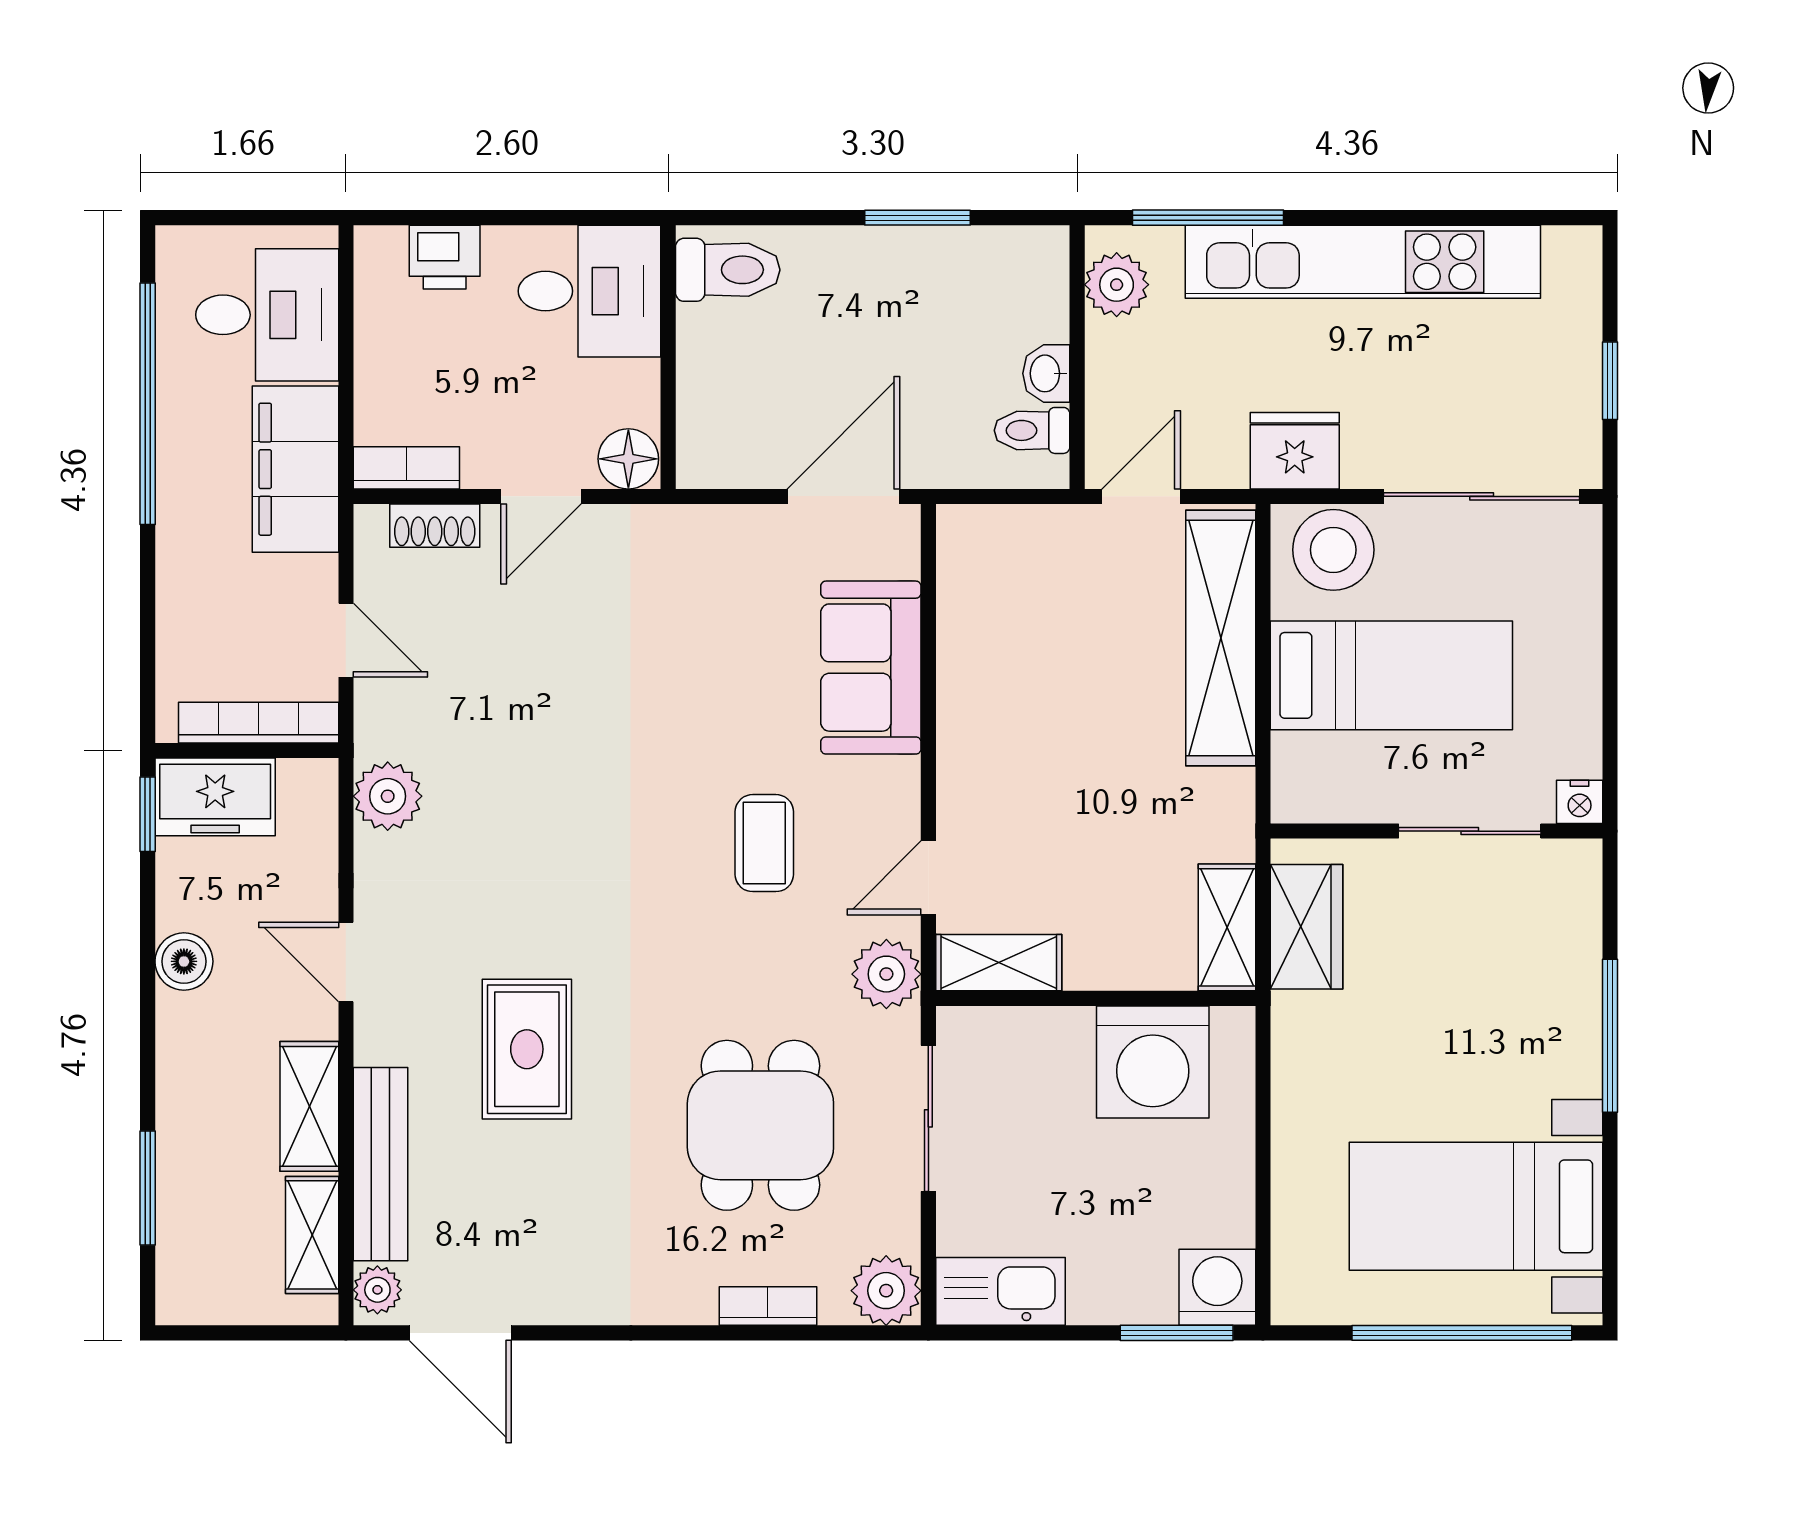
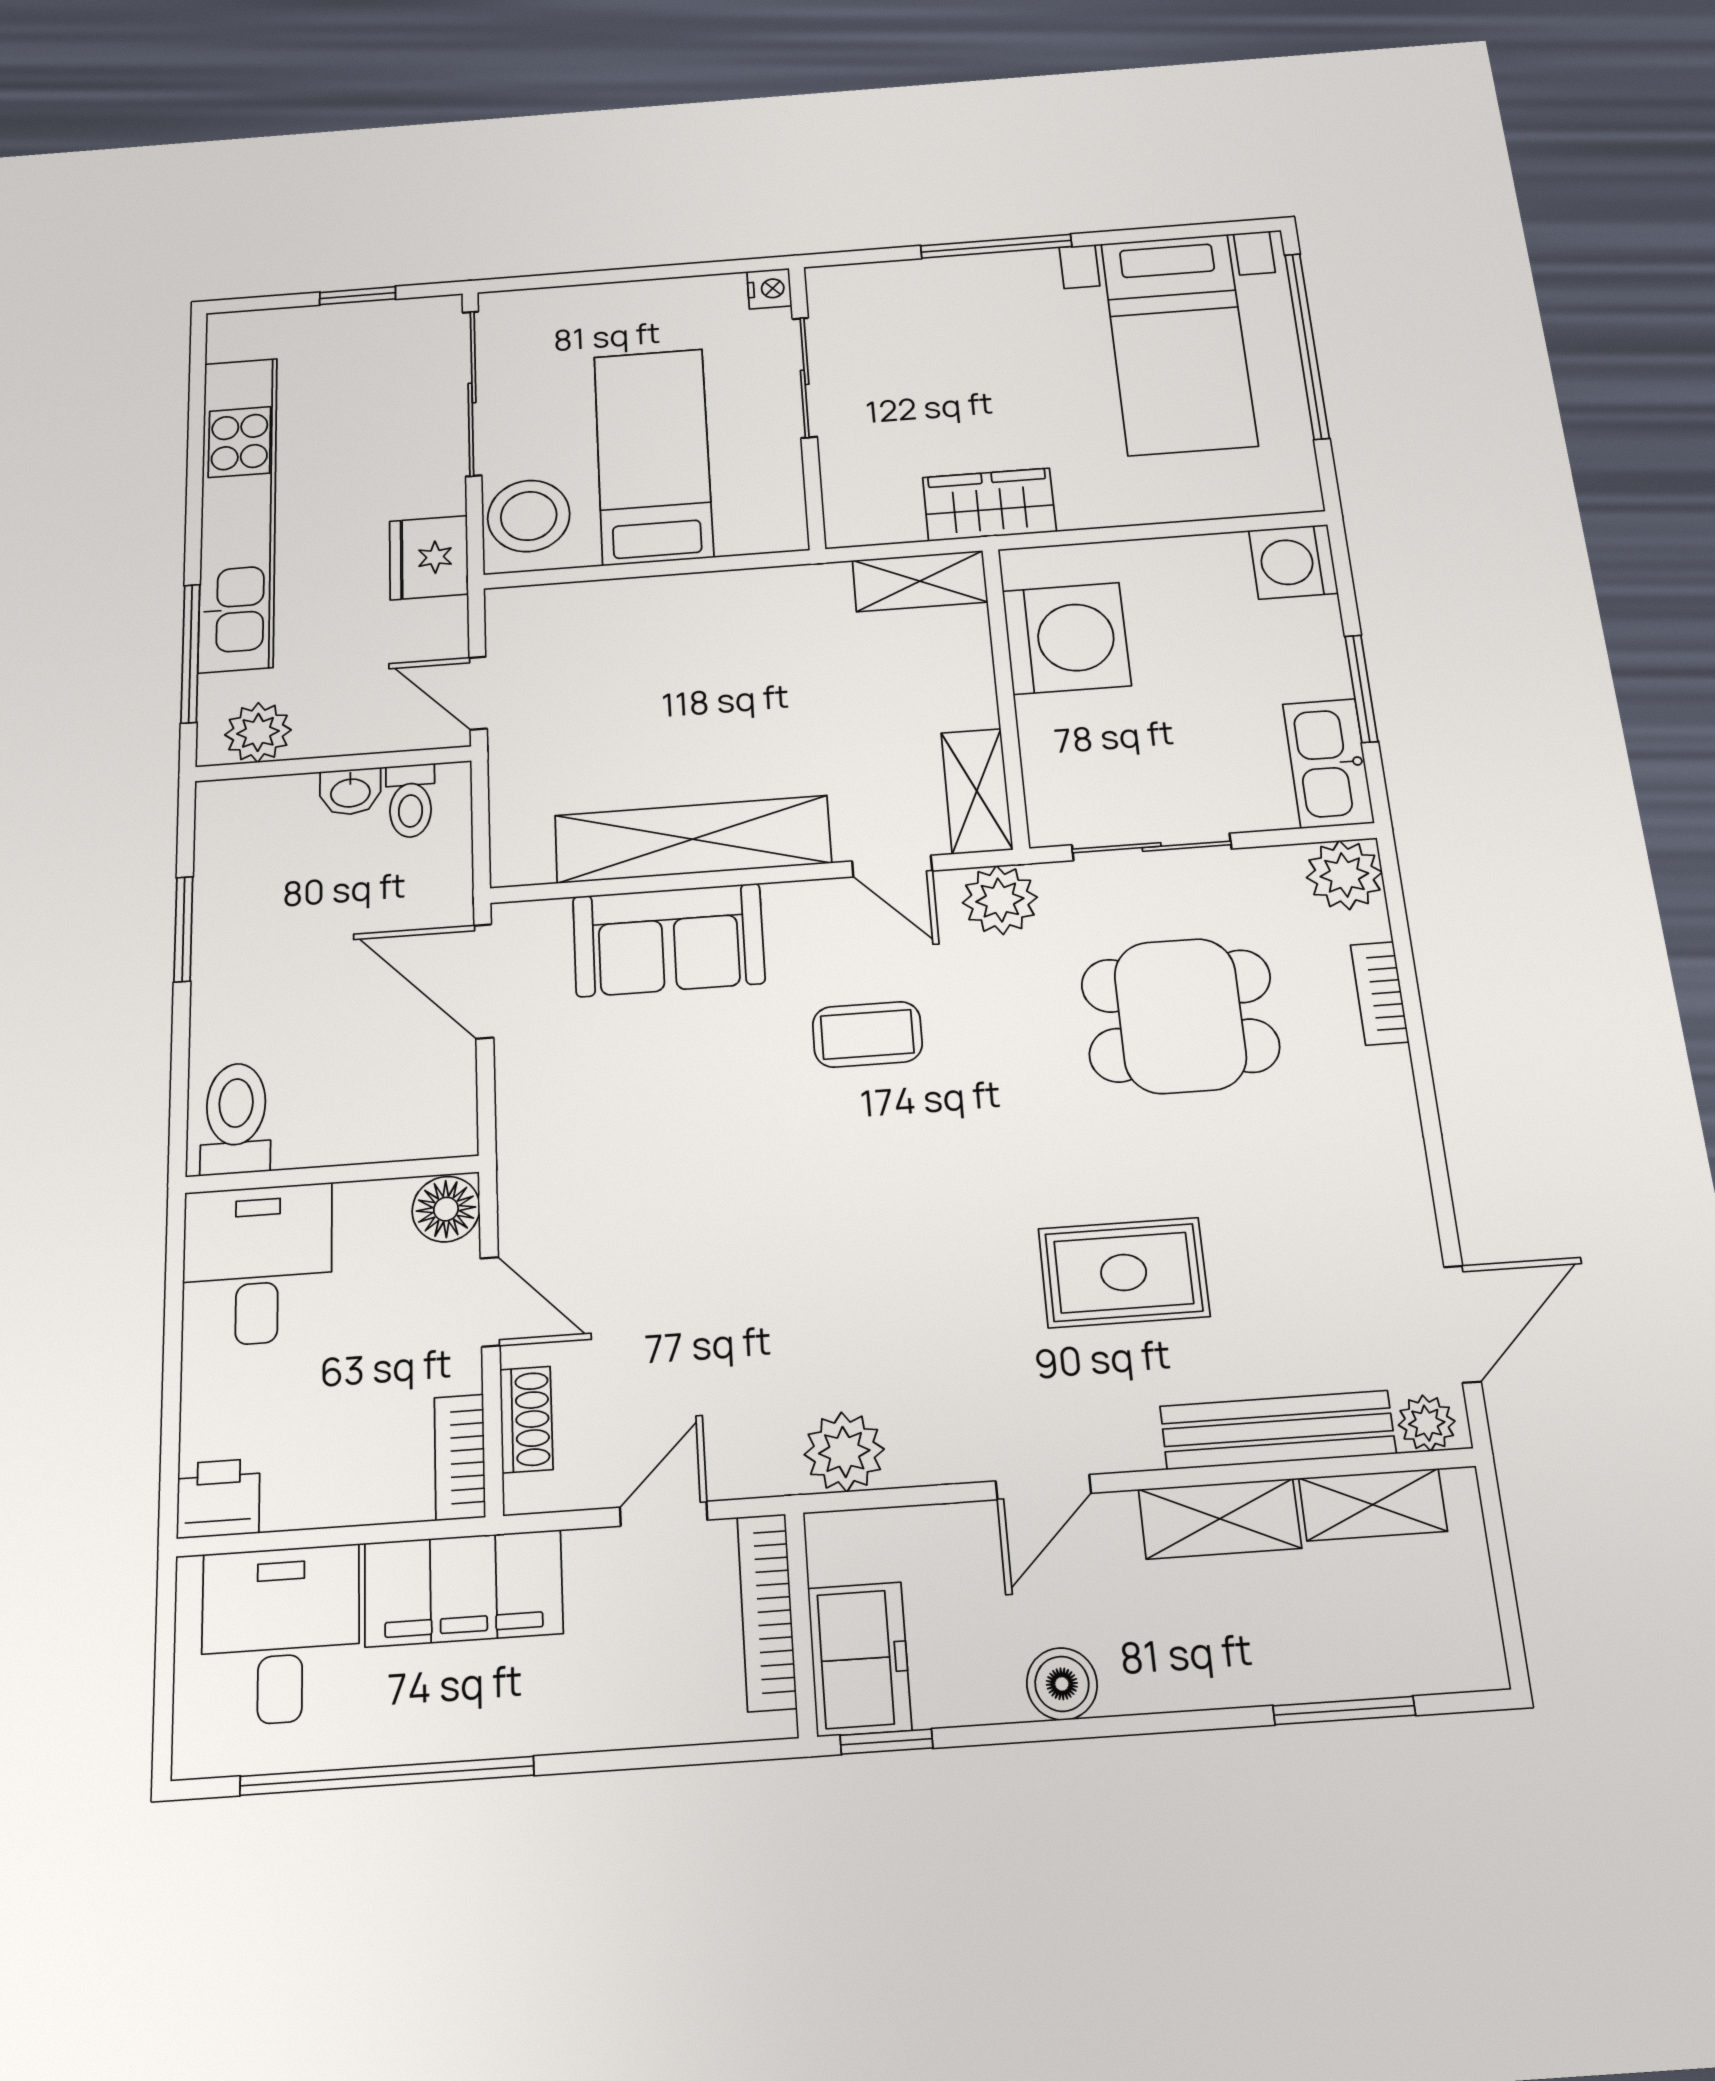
printer: (445, 257) -> (218, 1498), moved, turned -90
shelving: (1221, 638) -> (693, 839), moved
wardrobe: (1307, 927) -> (989, 505), moved
window: (1177, 1333) -> (1361, 689), moved

